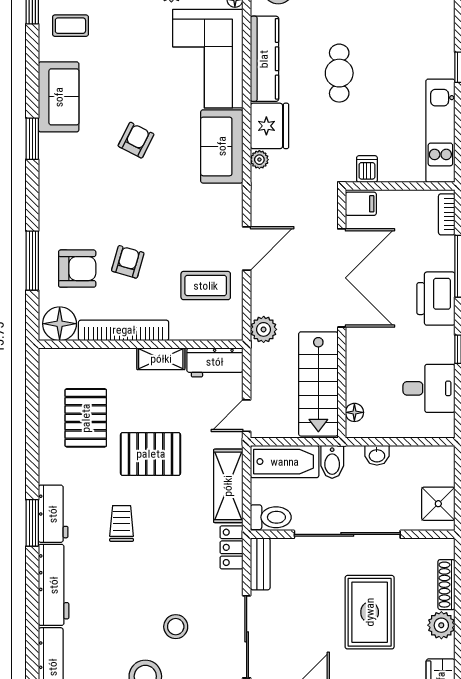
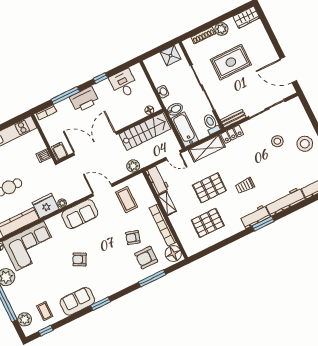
sofa: (222, 146) -> (80, 214), moved
armchair: (77, 269) -> (146, 258), turned -90
pallet: (151, 454) -> (209, 188), turned 90

